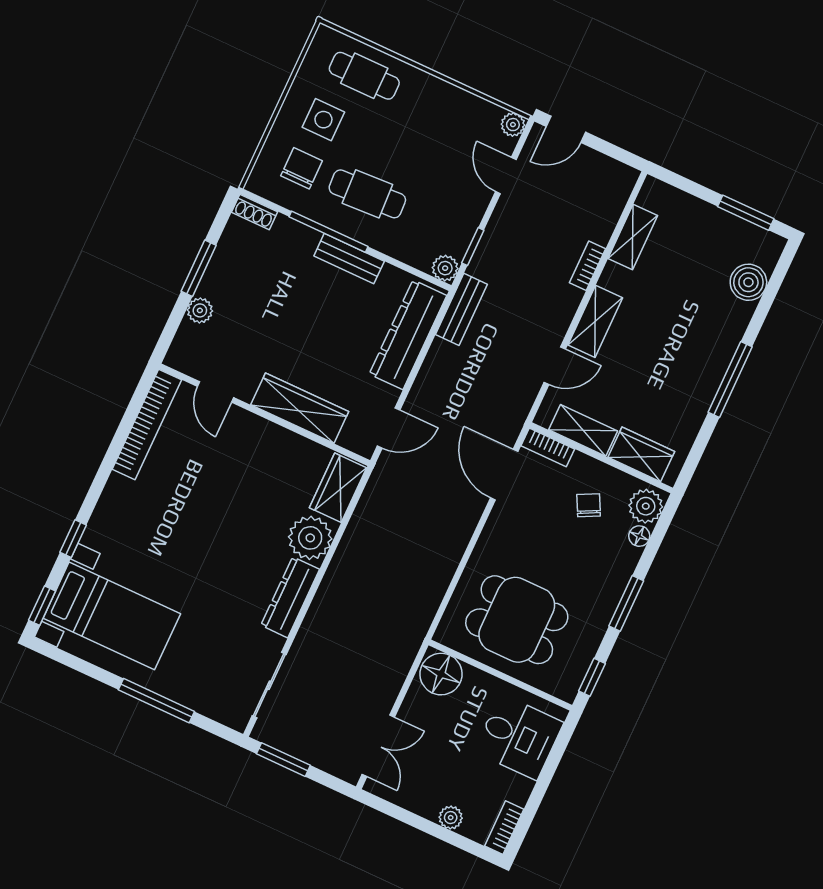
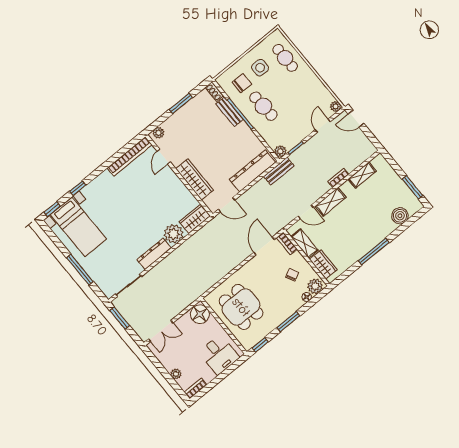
bench: (349, 259) -> (230, 112), moved
plant: (200, 310) -> (158, 133), moved

